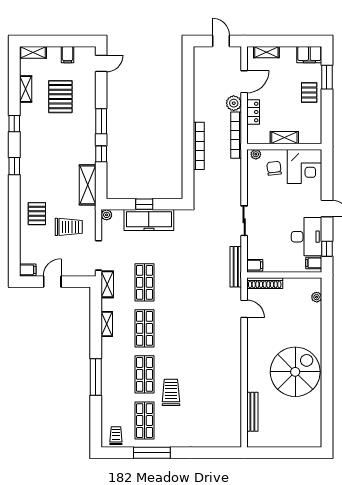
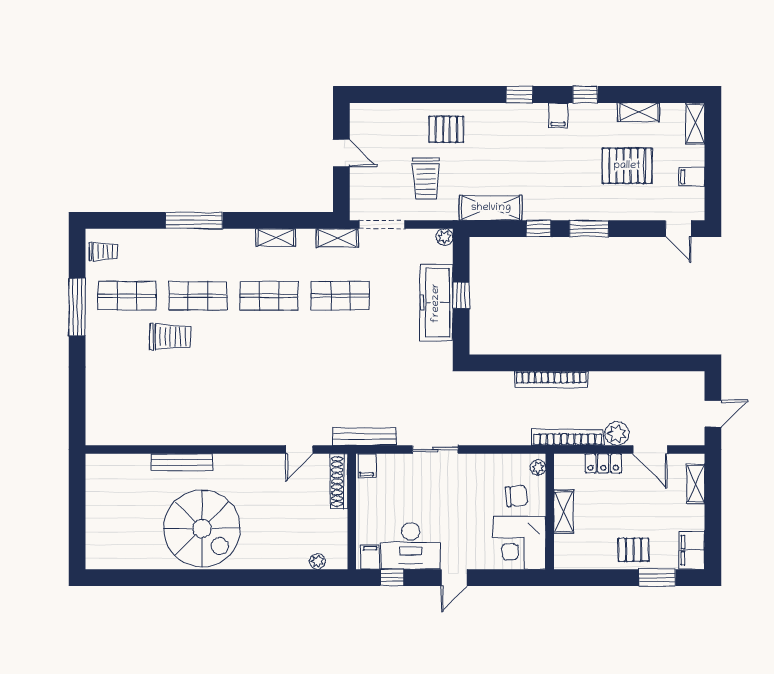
filing cabinet: (28, 270) -> (558, 115), moved
bench: (252, 412) -> (182, 462), moved

